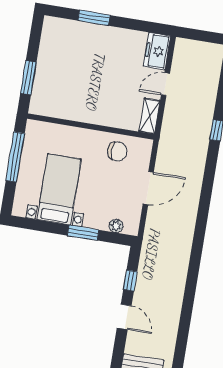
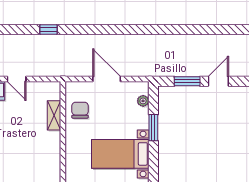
shelving: (150, 116) -> (54, 115), moved, turned 90
window: (130, 281) -> (187, 81), width x1.50

